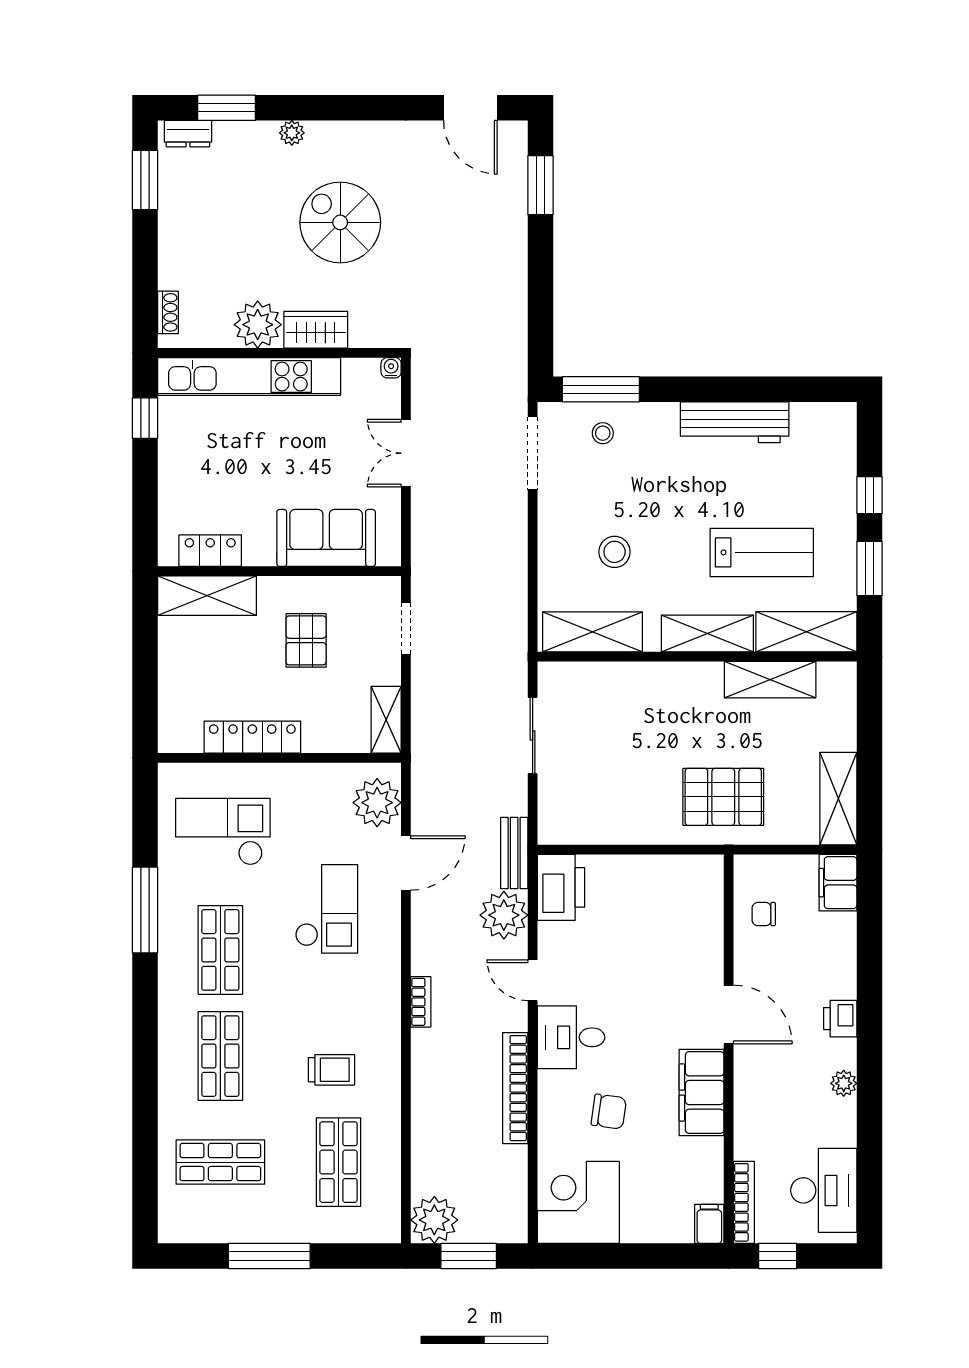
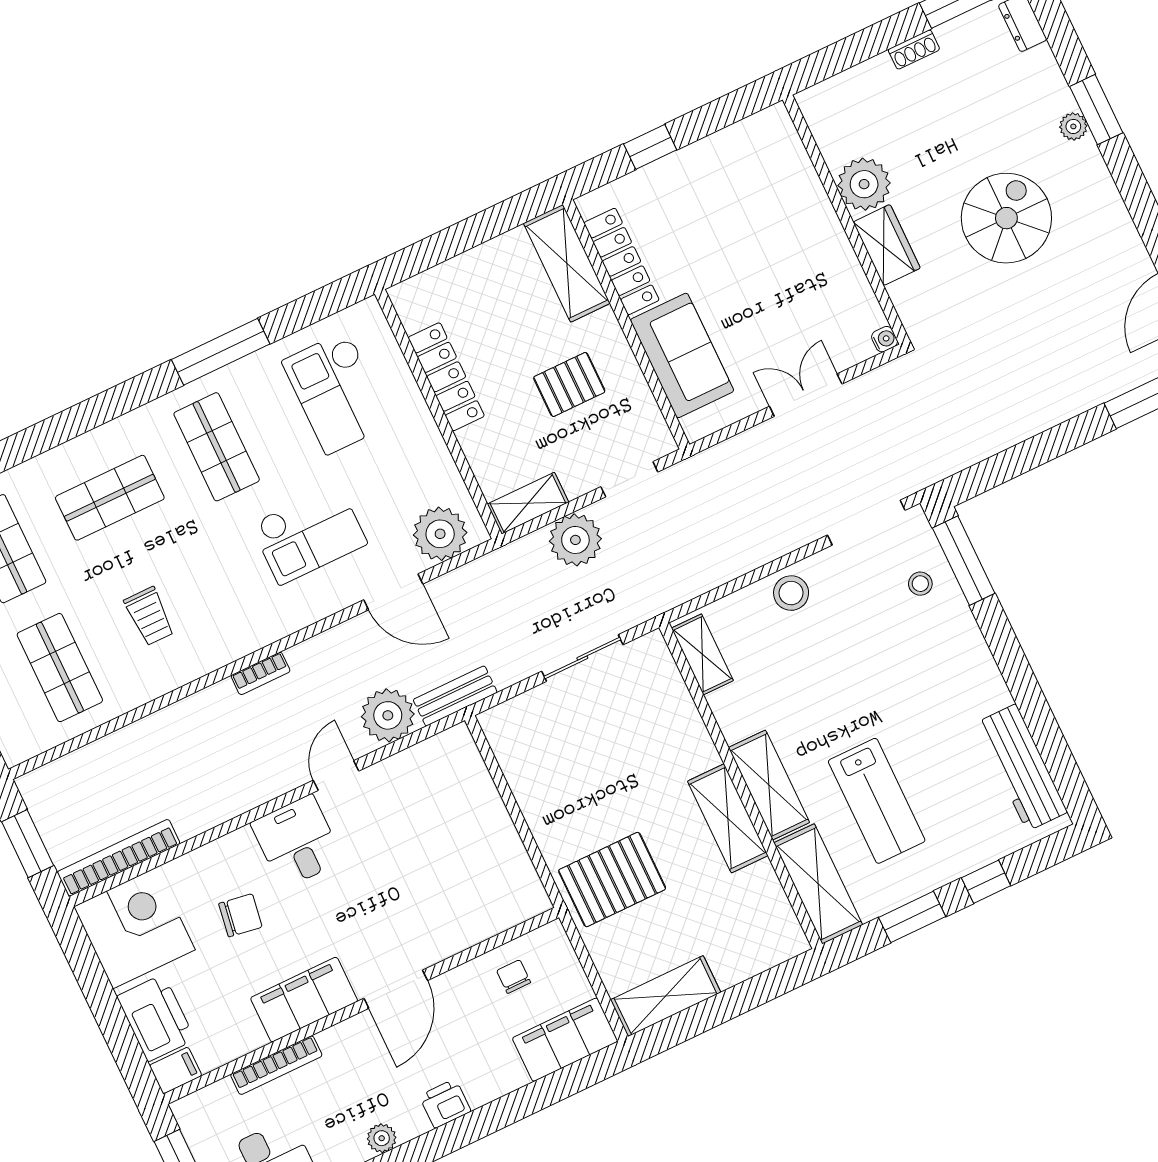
window: (226, 108) -> (1096, 110), moved
shoe rack: (168, 312) -> (914, 49), moved
kitchen unit: (249, 377) -> (808, 200), removed
window: (145, 418) -> (650, 147), moved
workbench: (735, 422) -> (1021, 768), moved
locker: (210, 551) -> (622, 261), width x1.53
stool: (615, 552) -> (791, 593), moved
shelving: (592, 632) -> (702, 654), width x0.67, depth x0.75
shelving: (770, 680) -> (728, 818), moved
pallet: (723, 797) -> (612, 880), turned 90
checkout: (223, 832) -> (337, 393), turned 180
filing cabinet: (838, 883) -> (565, 1040), width x1.50, depth x1.17
printer: (561, 887) -> (156, 1018), moved, turned -90
shop shelf: (220, 950) -> (217, 447), turned 90
bookcase: (515, 1088) -> (119, 858), moved
chair: (609, 1112) -> (240, 915), turned -89
shop shelf: (338, 1162) -> (60, 668), turned 90
bookcase: (744, 1202) -> (276, 1065), moved
plant: (434, 1220) -> (575, 540), moved

